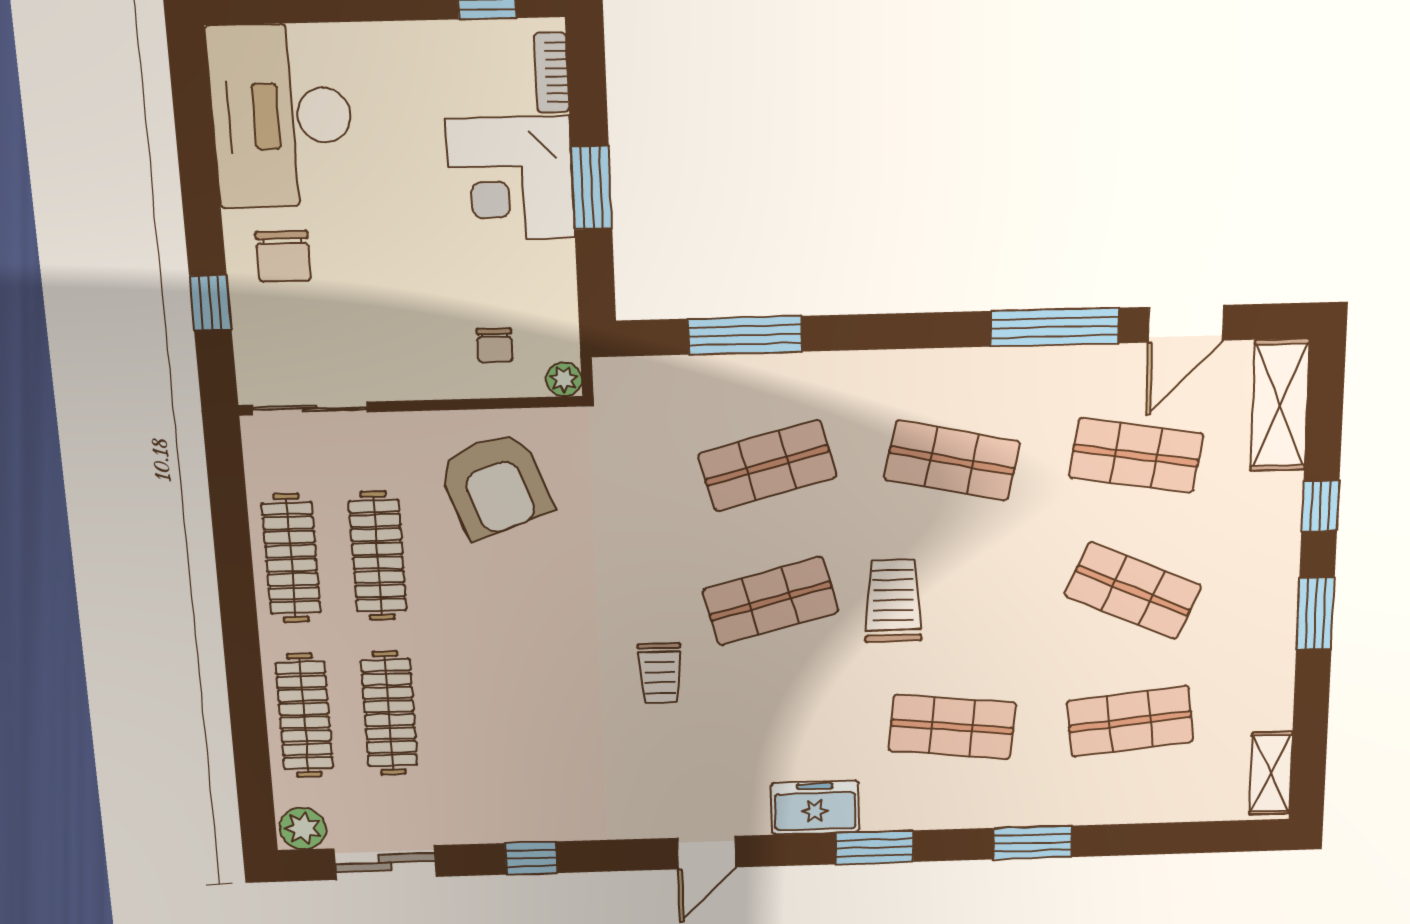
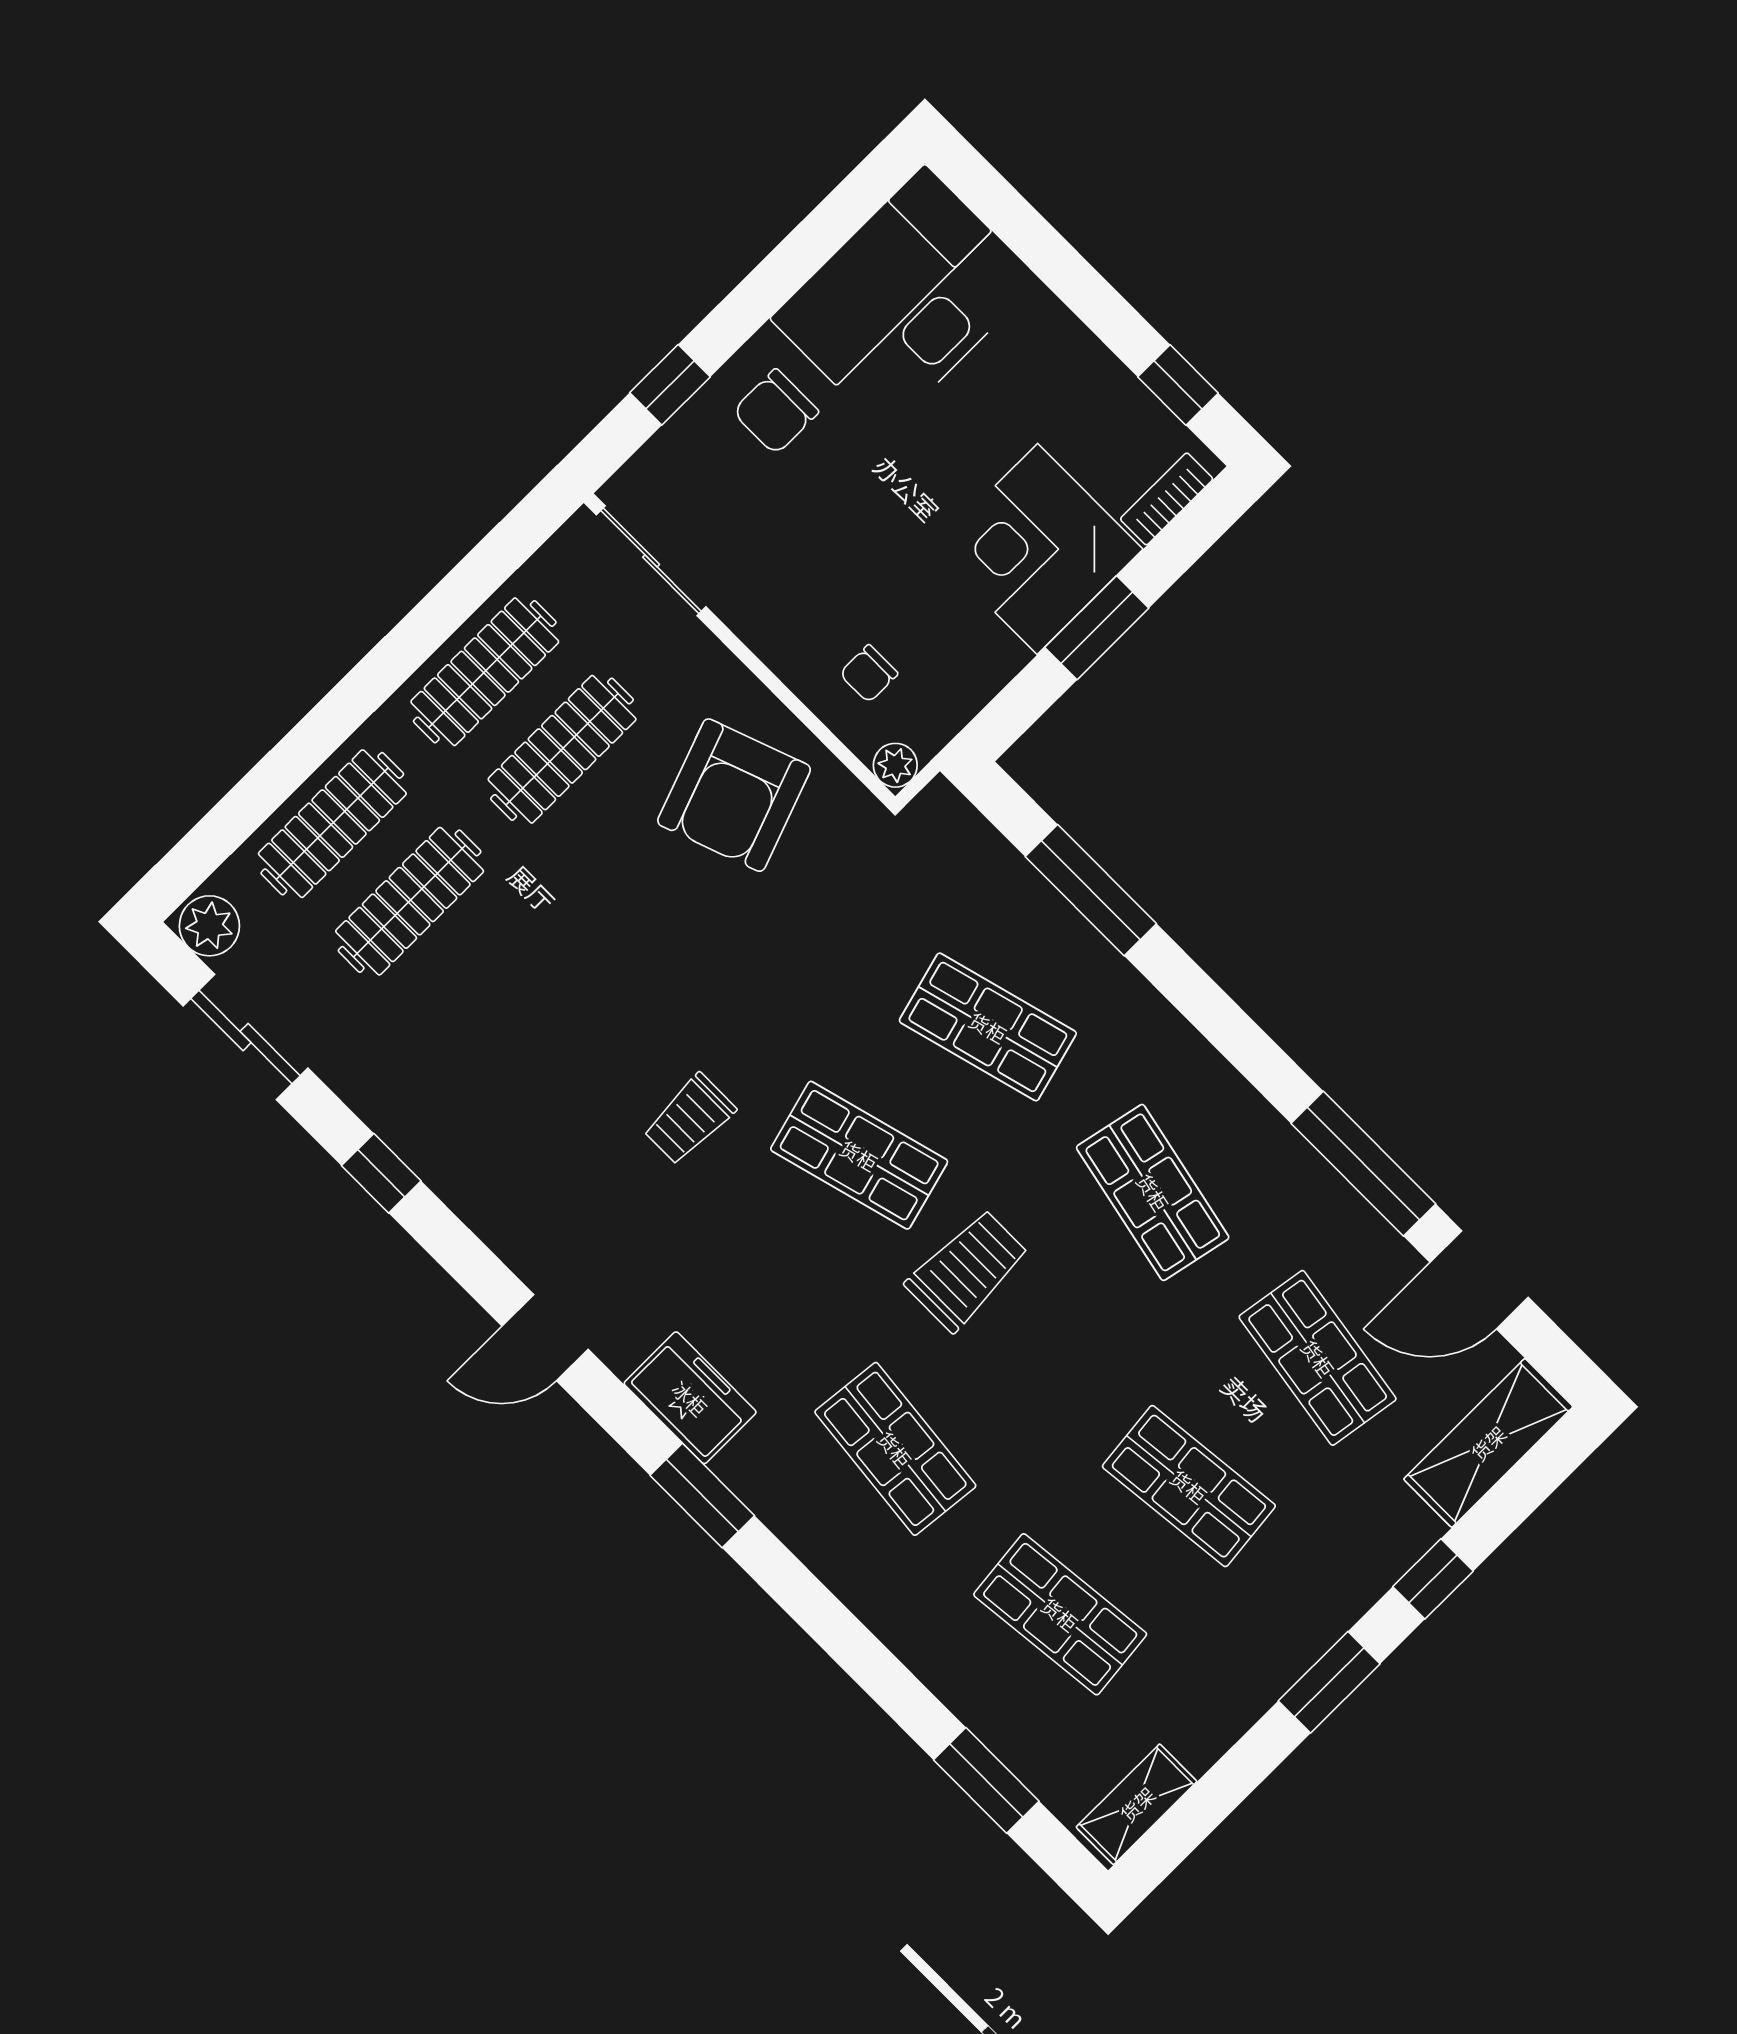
shop shelf: (1133, 591) -> (1189, 1486), turned -30
window: (1032, 843) -> (986, 1780), moved

